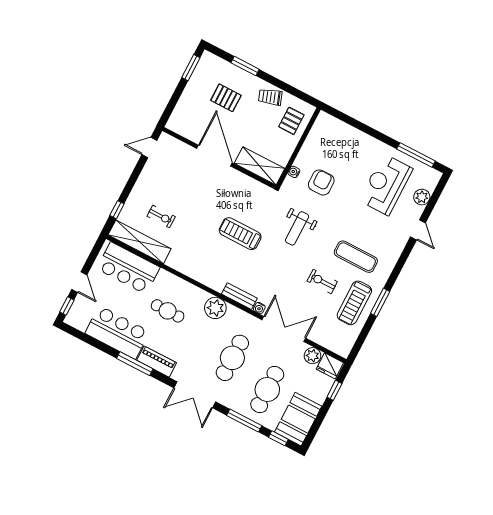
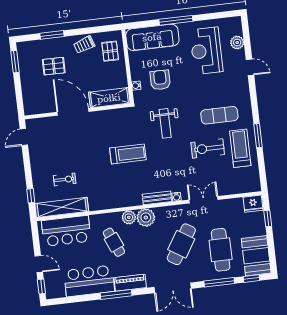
sofa: (342, 136) -> (152, 37), added
window: (416, 155) -> (176, 20), moved
treadmill: (240, 234) -> (128, 154), turned 180
exercise bike: (322, 281) -> (208, 148), width x1.38, depth x1.39
treadmill: (354, 303) -> (240, 148), turned 180
cafe table: (168, 311) -> (114, 242), turned 67
double door: (284, 329) -> (203, 200), width x0.73
plant: (313, 356) -> (129, 217), moved
cafe table: (232, 358) -> (181, 244), turned 32

